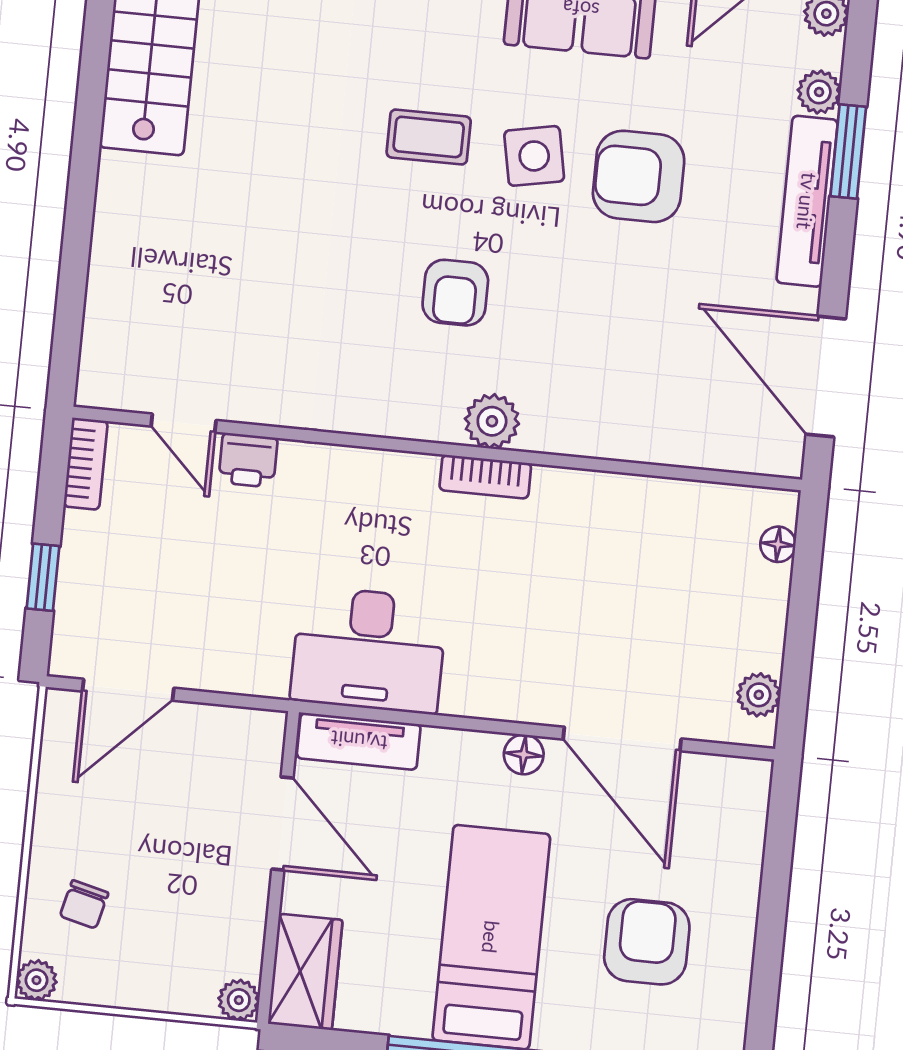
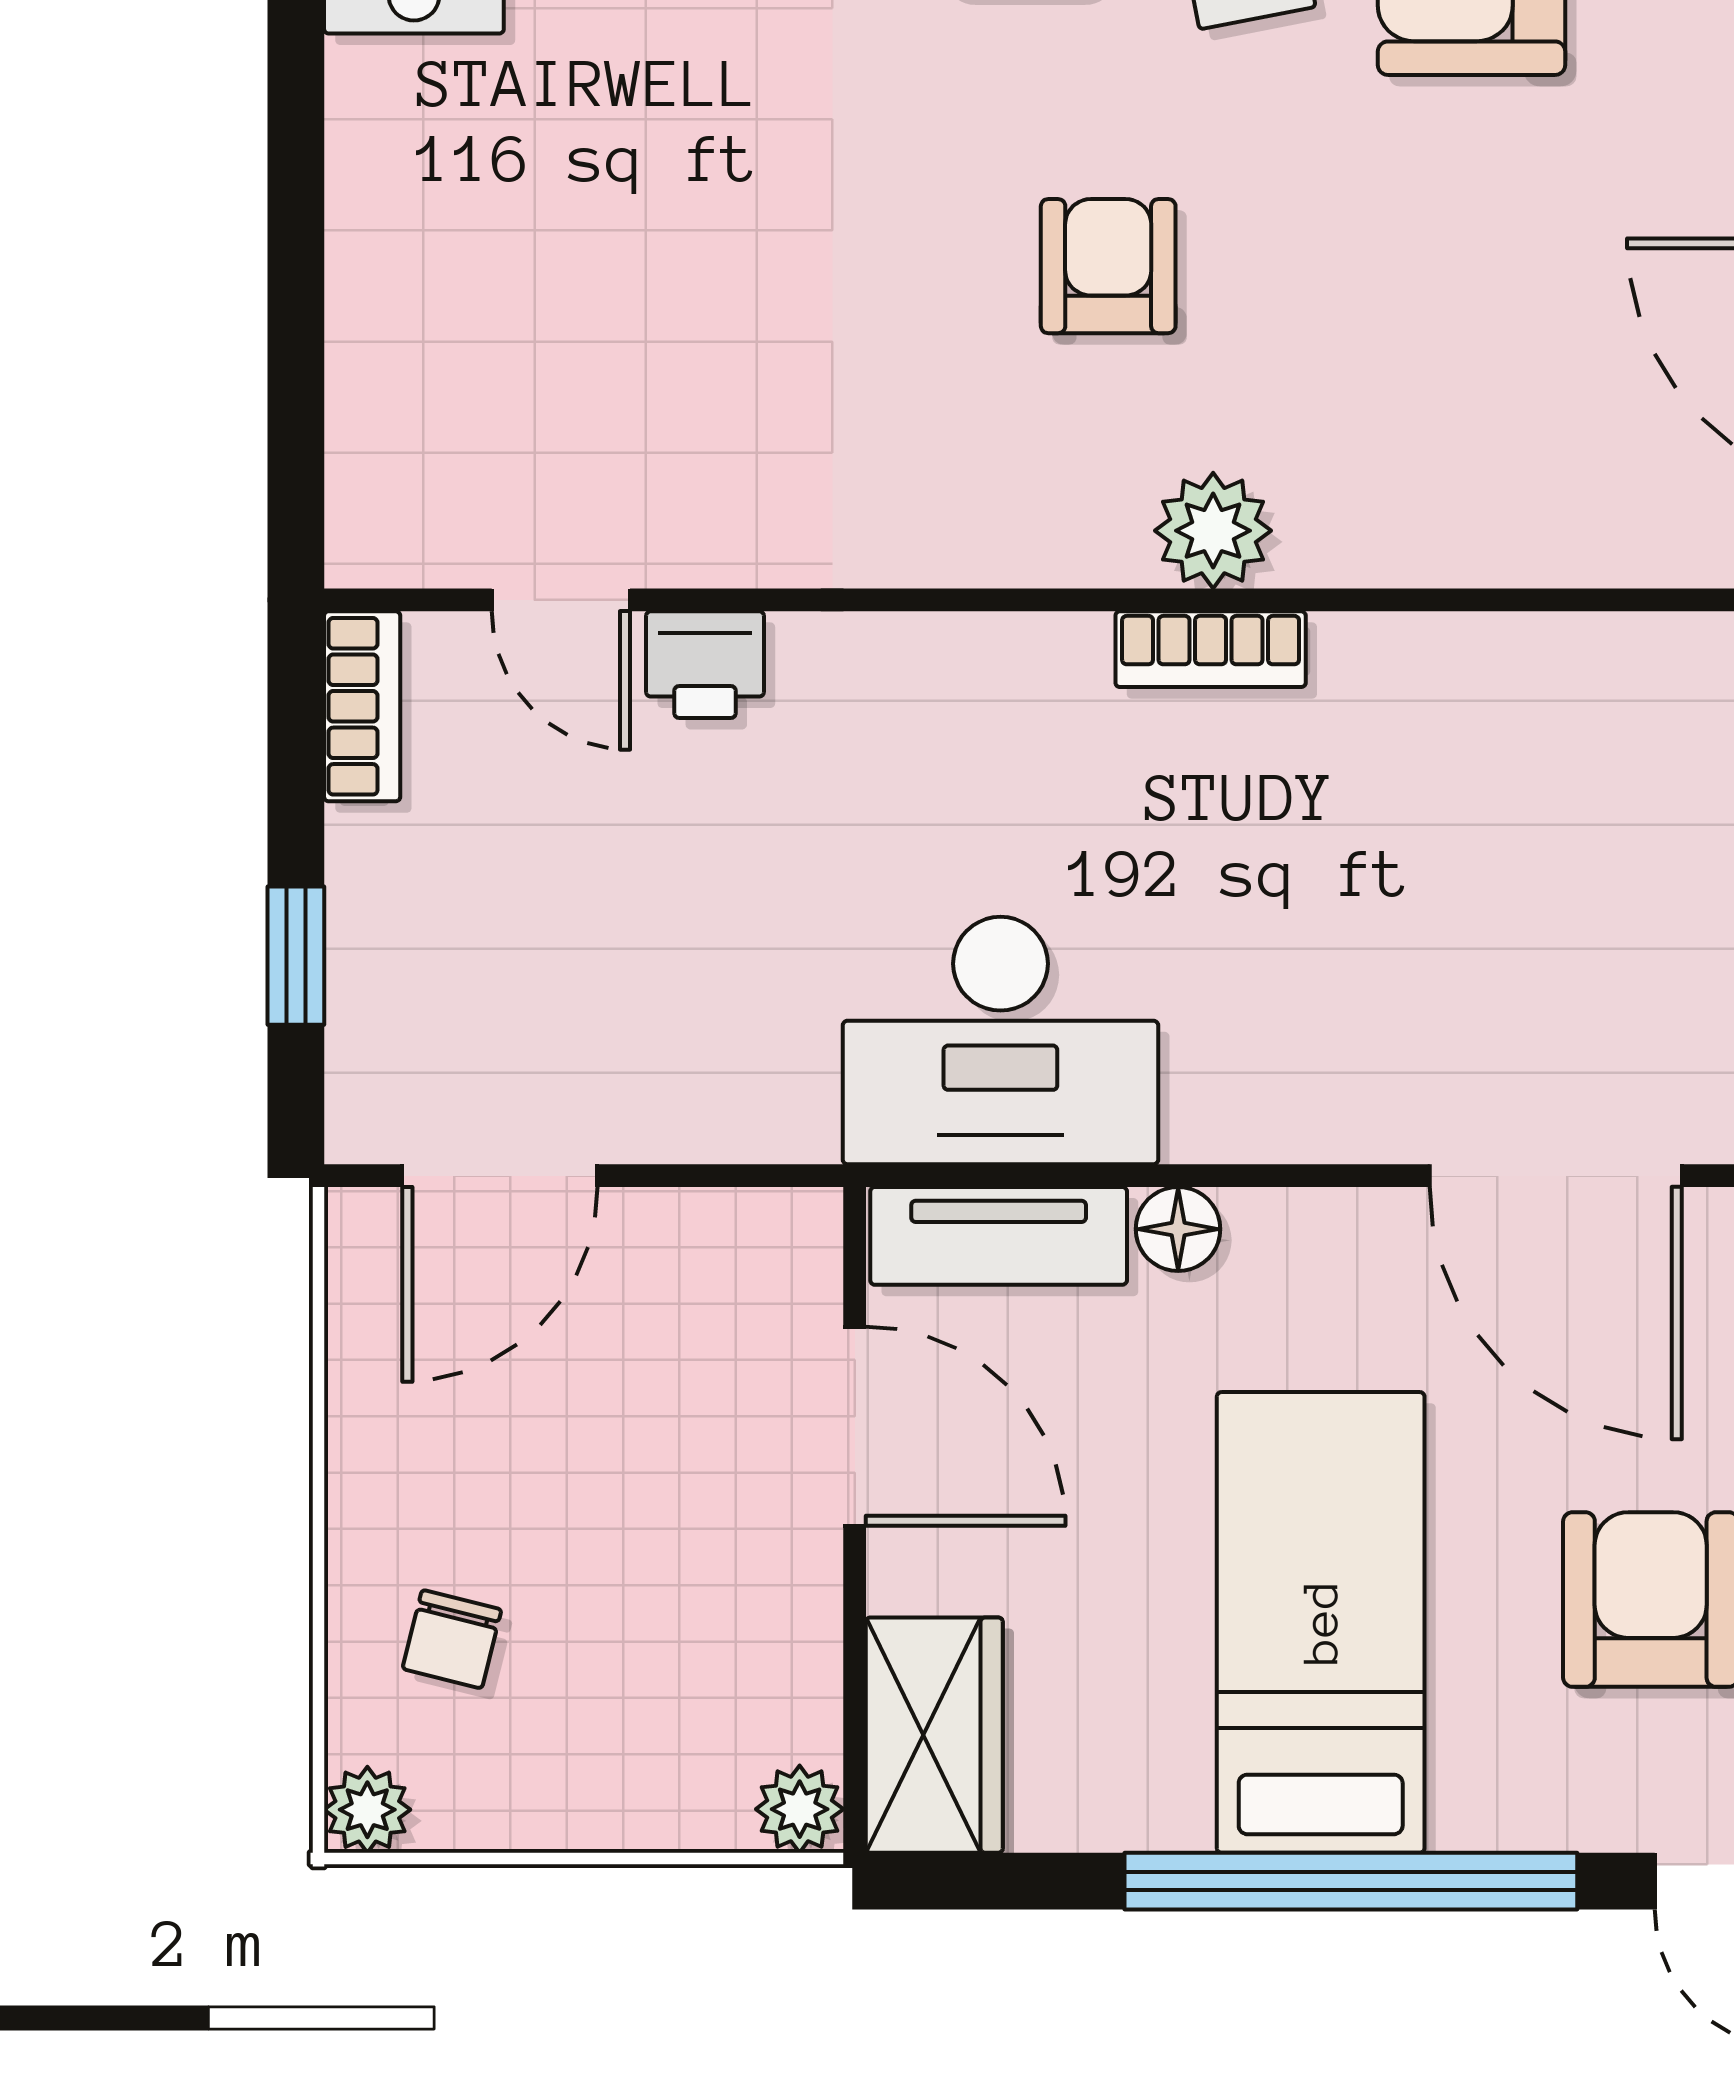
armchair: (455, 293) -> (1108, 266), turned 180
floor lamp: (524, 754) -> (1178, 1229), moved

